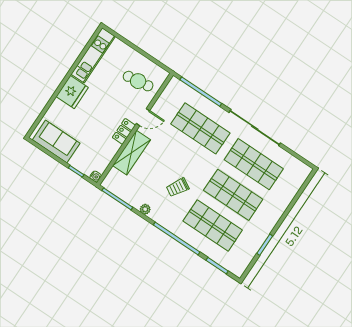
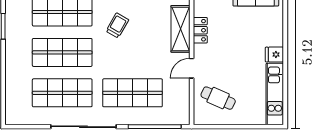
cafe table: (138, 81) -> (218, 98), turned 32
fridge: (72, 92) -> (274, 55), width x0.53, depth x0.75
locker: (124, 131) -> (200, 30), moved

